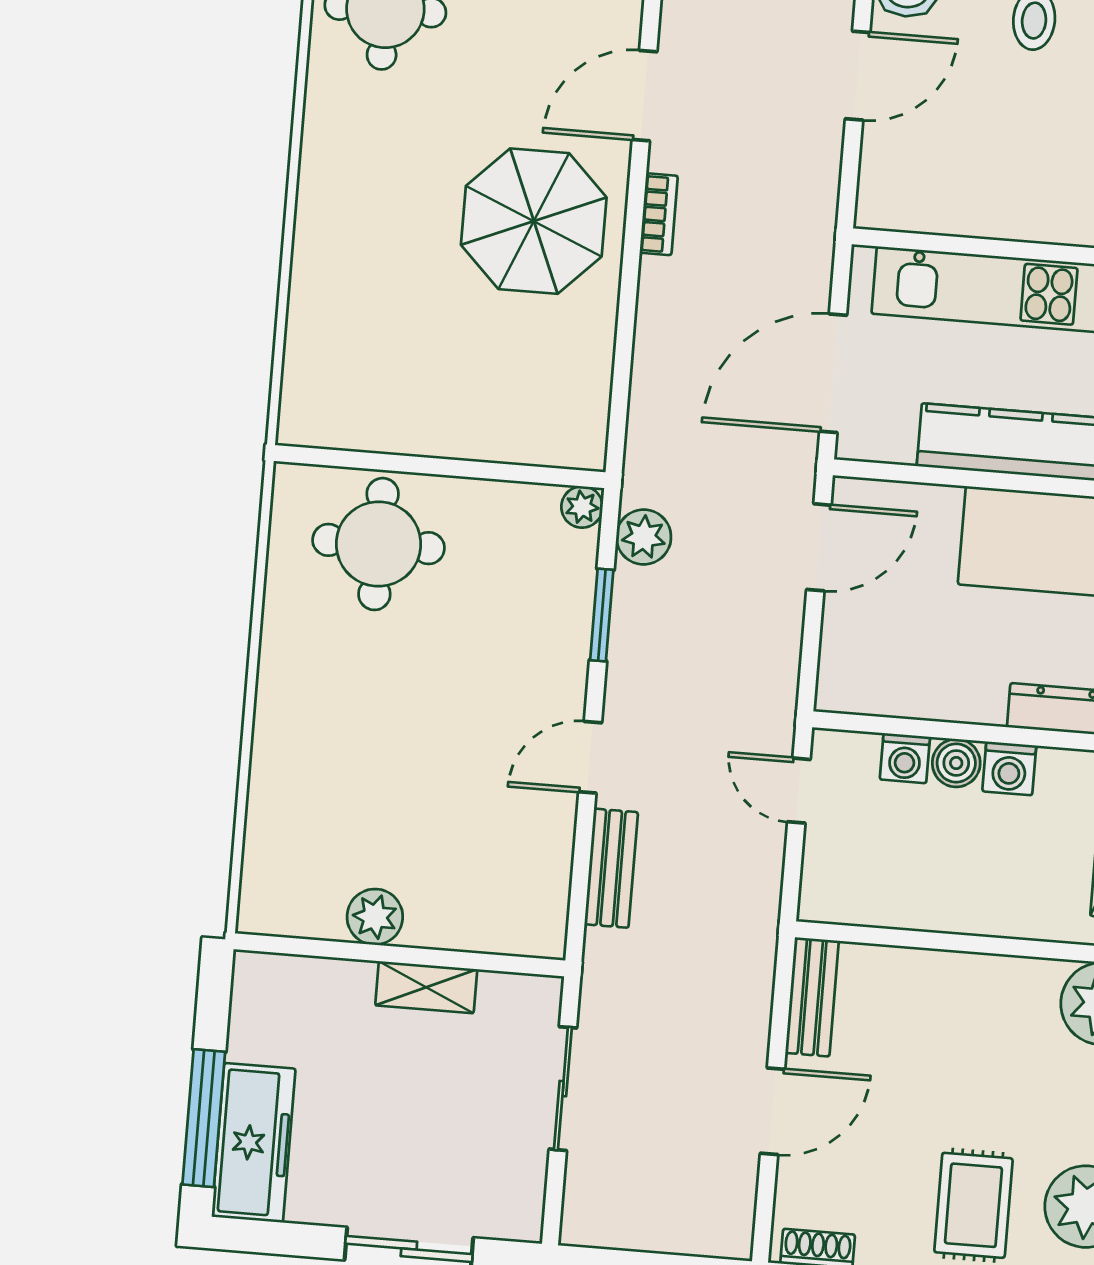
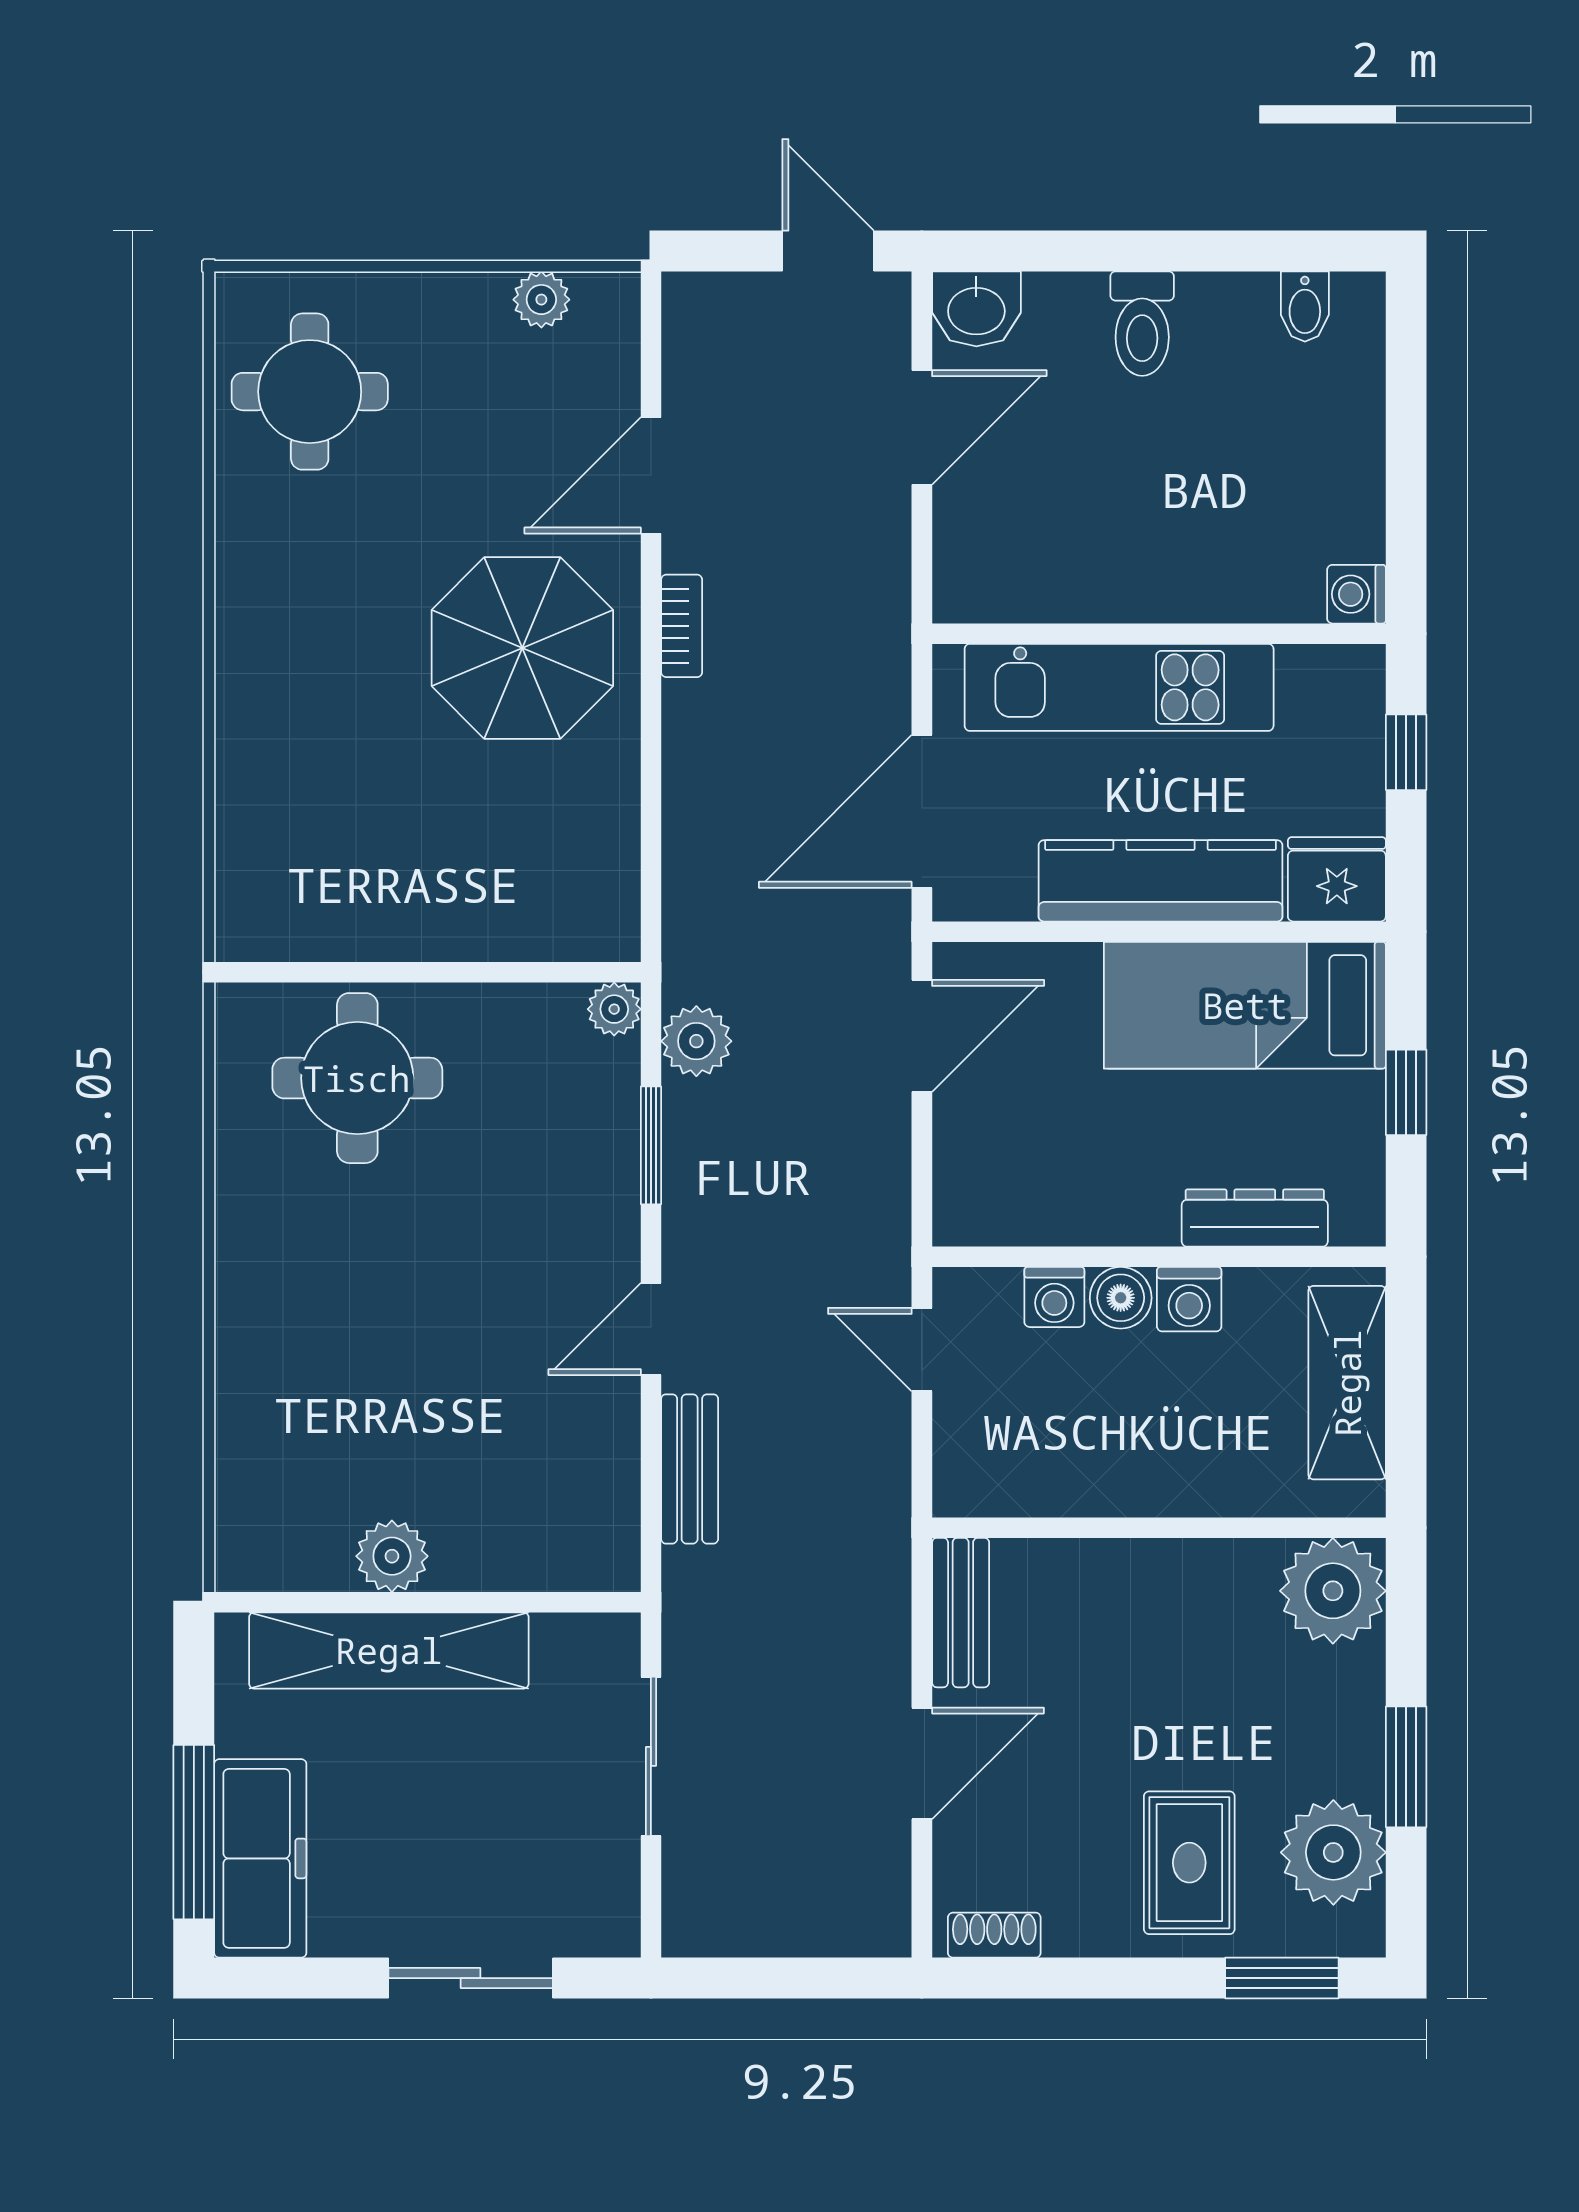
shelving: (426, 987) -> (389, 1650), width x2.20, depth x1.33

